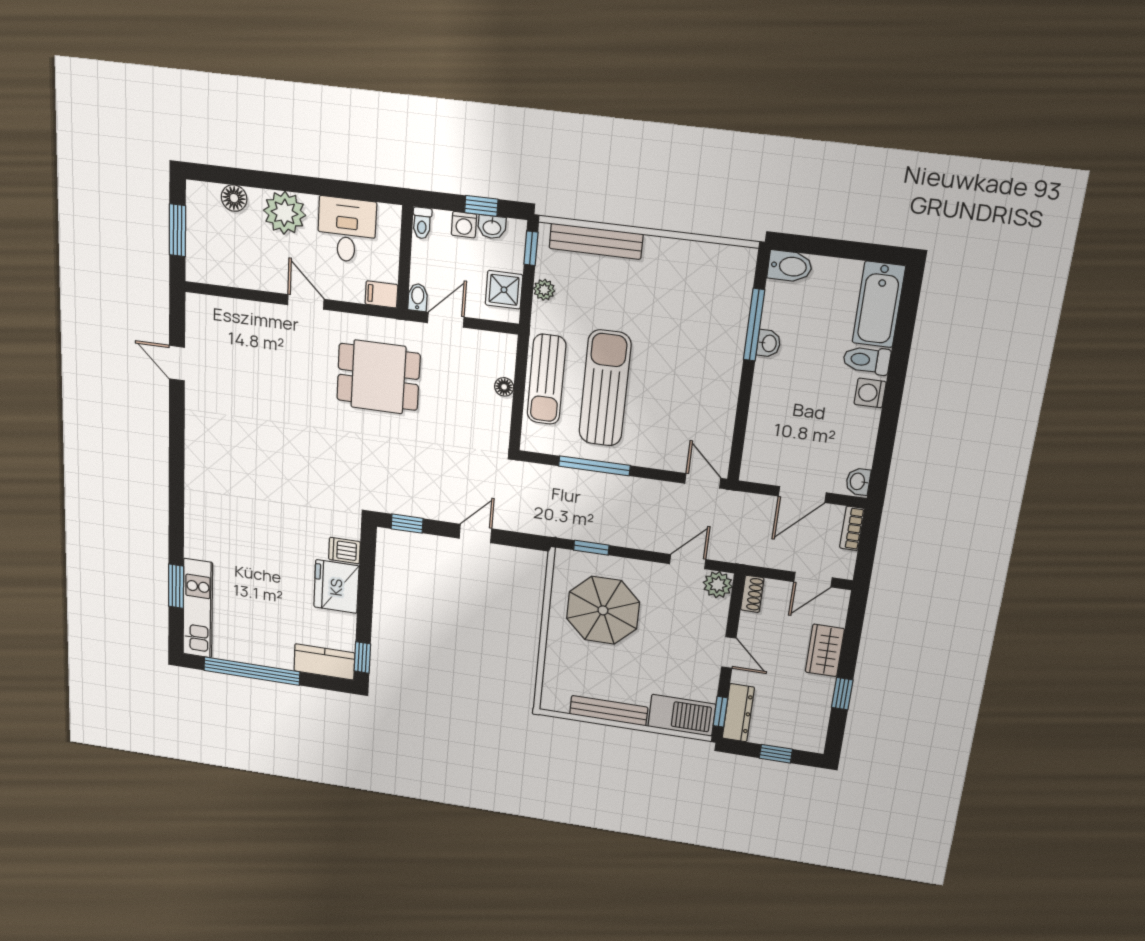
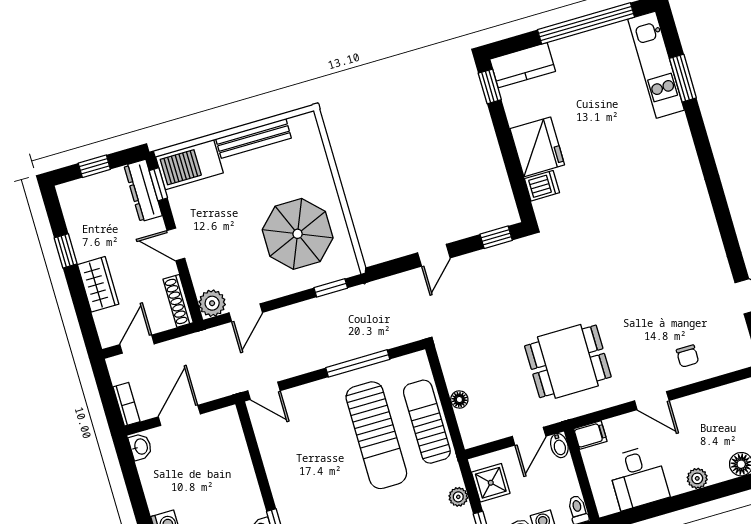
plant: (285, 213) -> (697, 478), width x0.53, depth x0.53
chair: (255, 331) -> (687, 356), added
shoe rack: (752, 594) -> (178, 301), width x1.43

